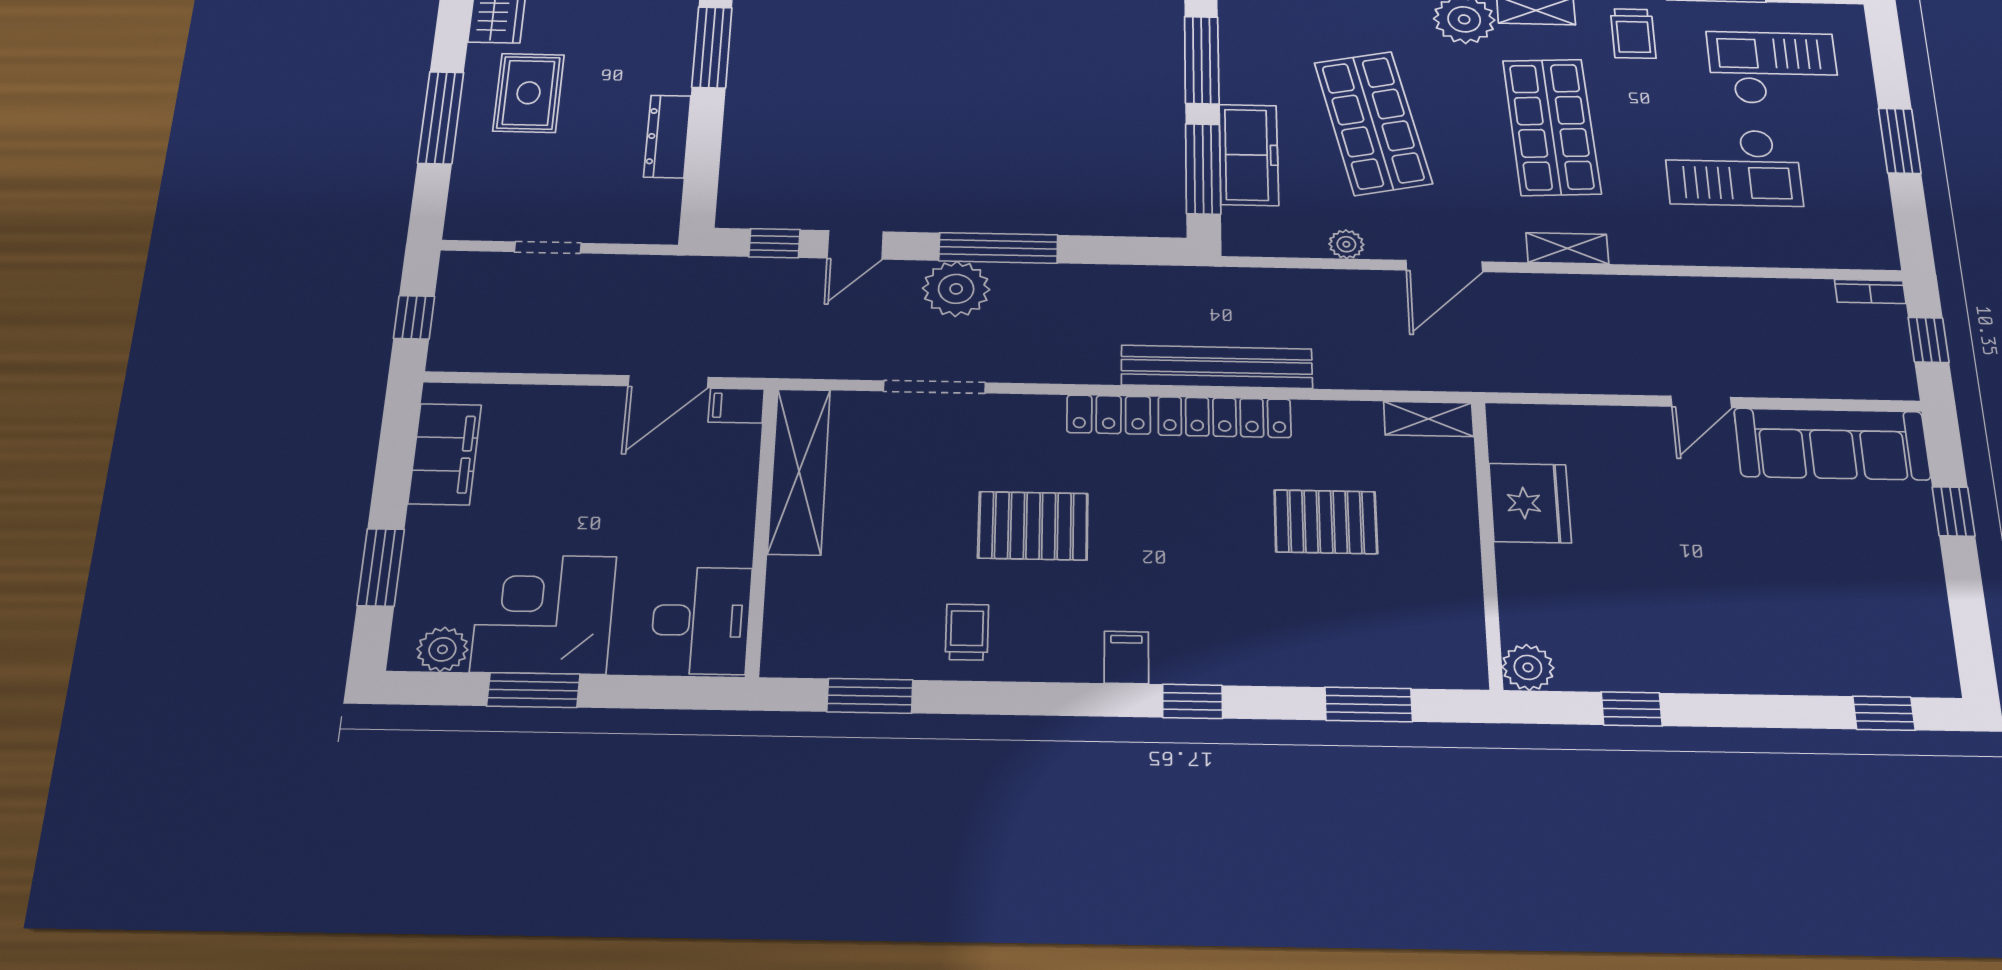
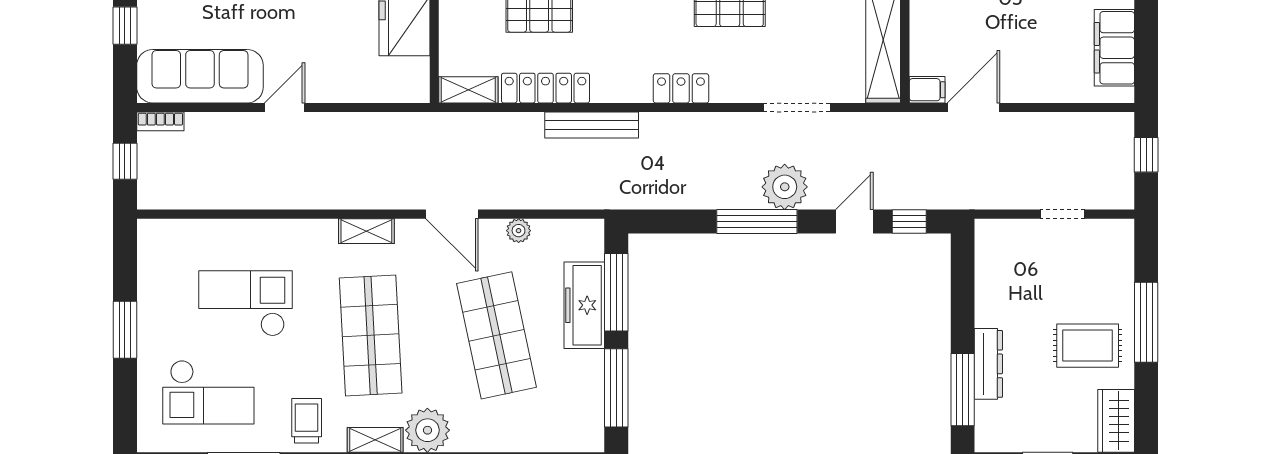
rug: (529, 93) -> (1088, 346), turned 90
dresser: (667, 136) -> (988, 364), moved
door: (1444, 266) -> (452, 214), swing flipped
bookcase: (1870, 291) -> (160, 121), moved, turned 180
bench: (1217, 367) -> (592, 125), width x0.73, depth x0.82
locker: (1225, 417) -> (545, 88), moved

